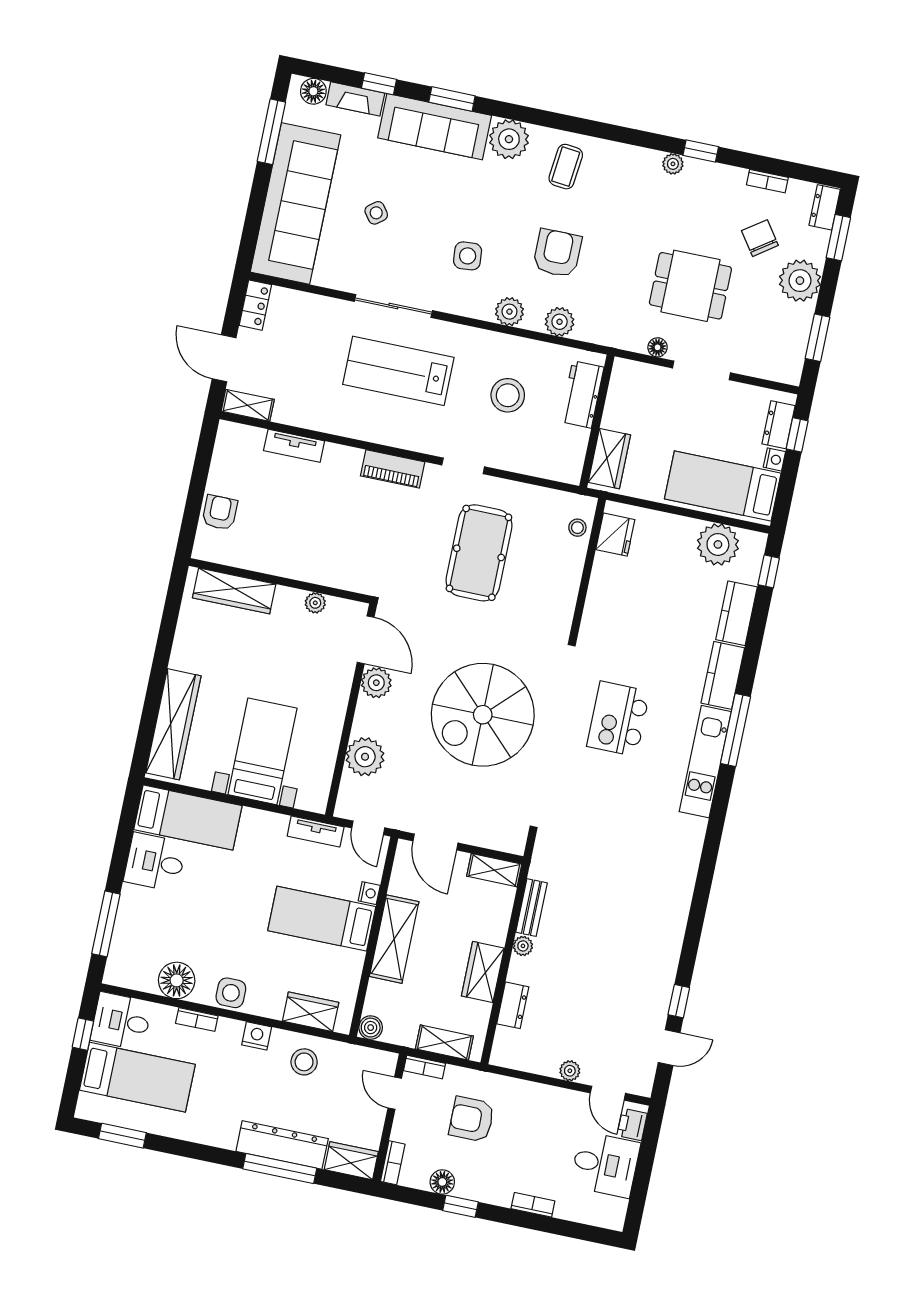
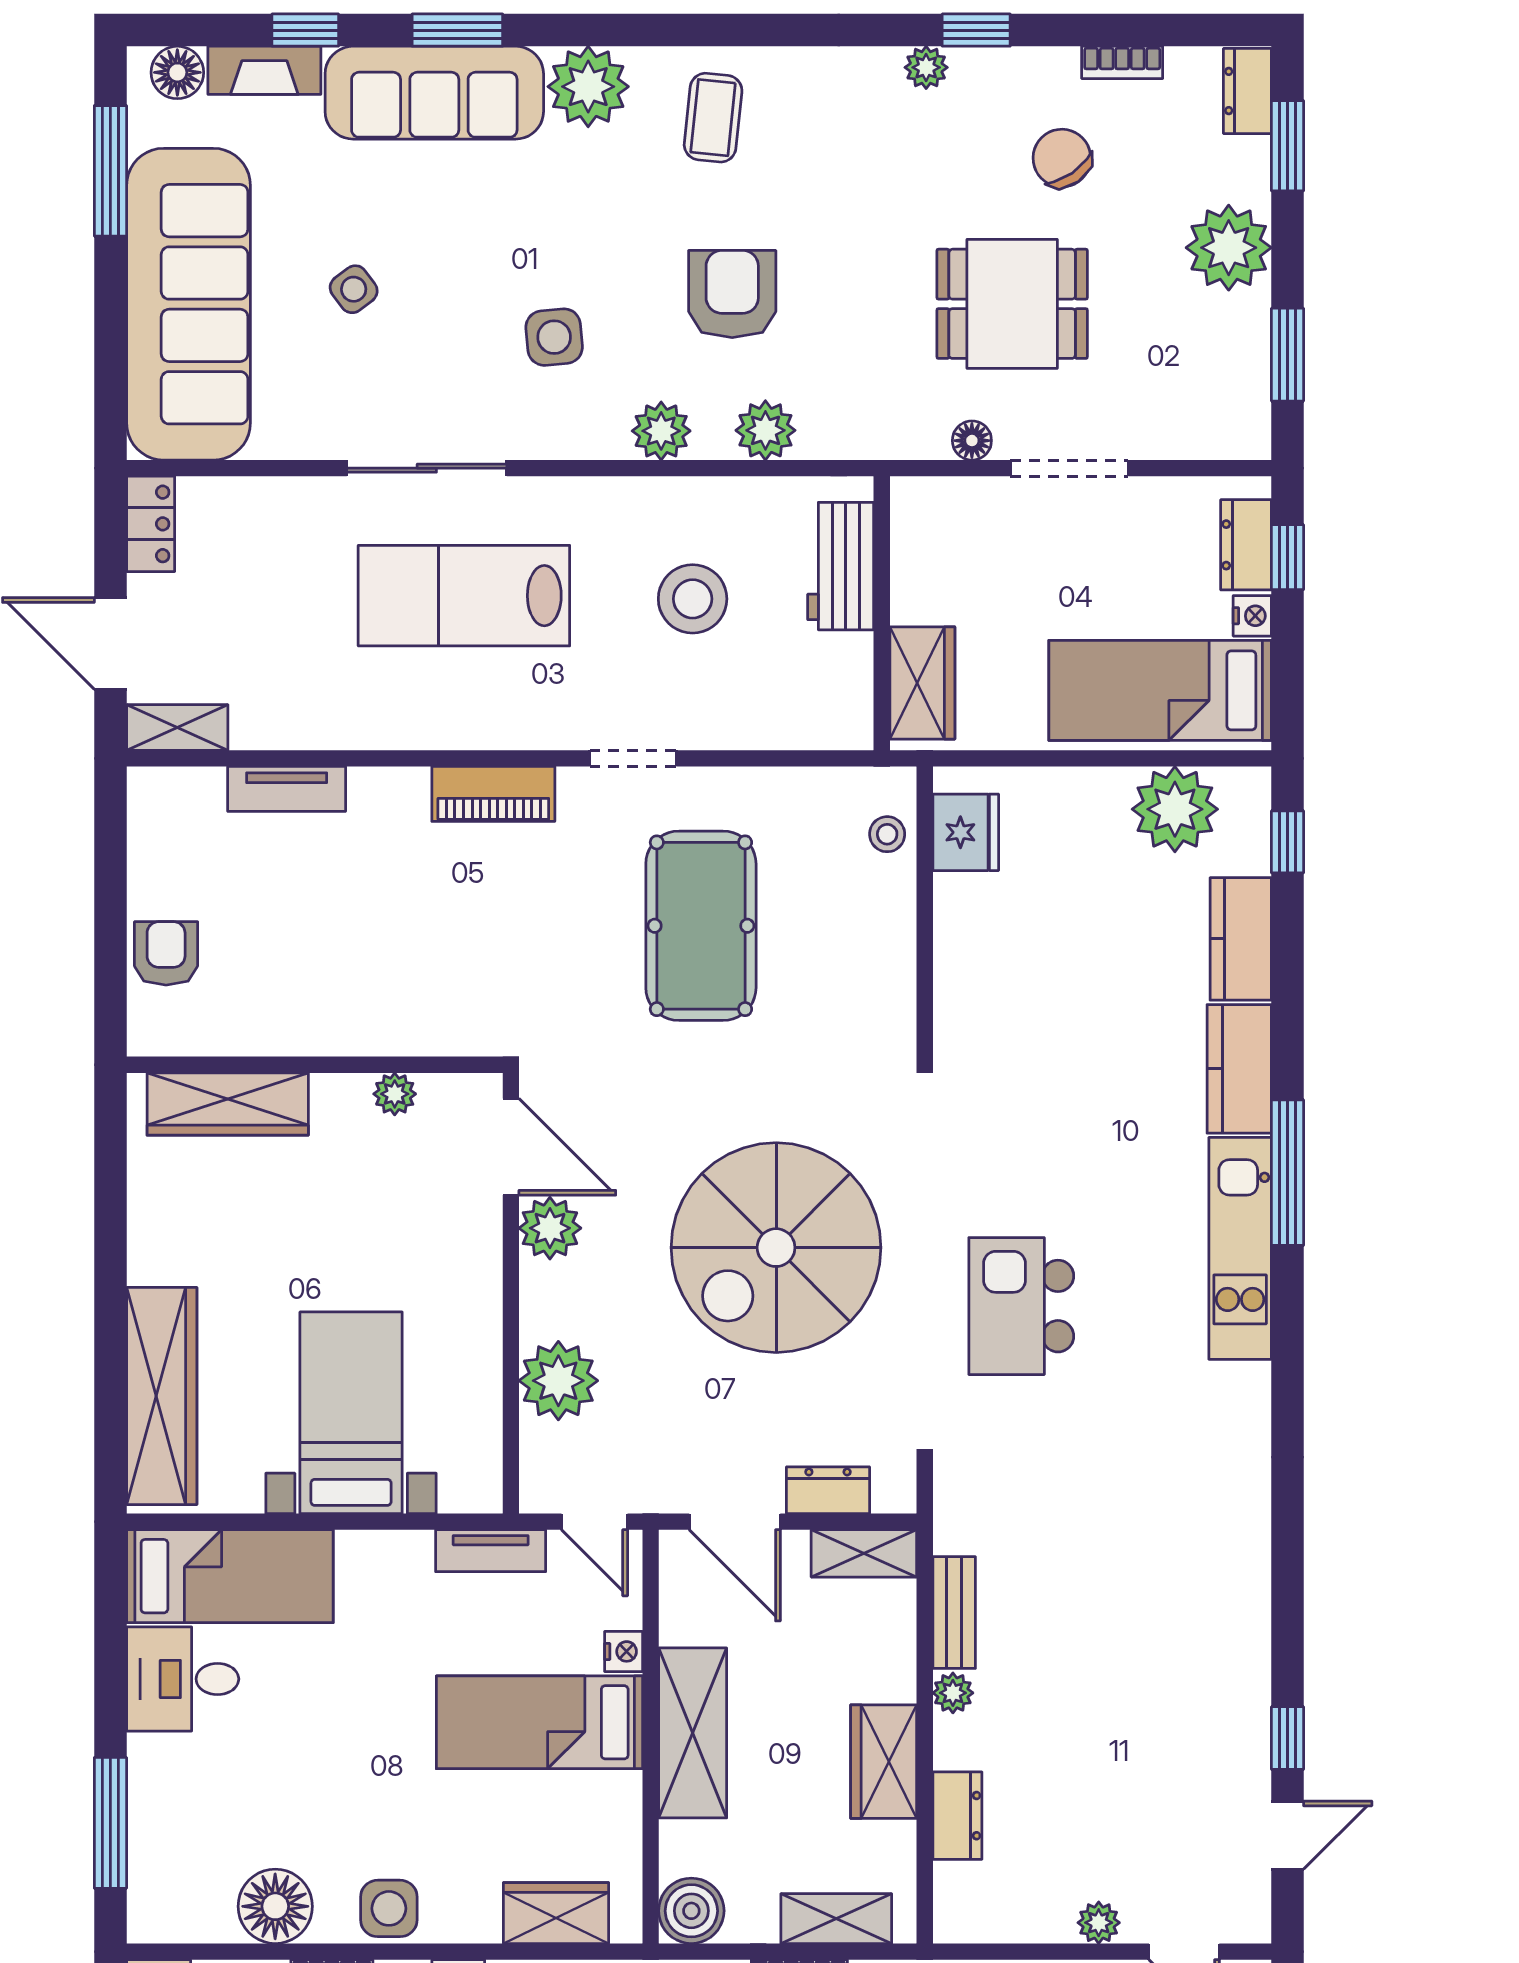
chair: (760, 238) -> (1062, 158), moved
kitchen island: (618, 719) -> (1021, 1306), moved
dresser: (483, 836) -> (828, 1490), added
boiler: (371, 1028) -> (691, 1911), width x1.36, depth x1.36

